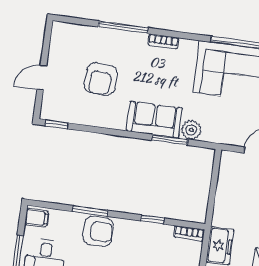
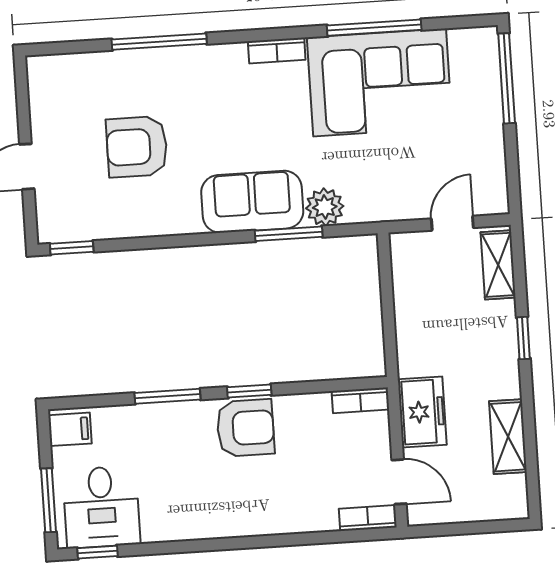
bookcase: (163, 41) -> (277, 51), moved
armchair: (101, 79) -> (137, 147), turned 86
window: (152, 219) -> (249, 391), moved
armchair: (98, 231) -> (245, 428), moved

